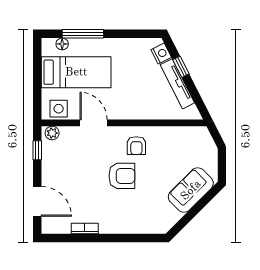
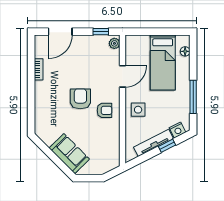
window: (83, 34) -> (193, 97), moved
side table: (59, 109) -> (138, 110), moved
armchair: (136, 146) -> (105, 110), turned 180
armchair: (122, 176) -> (80, 99), turned 180

